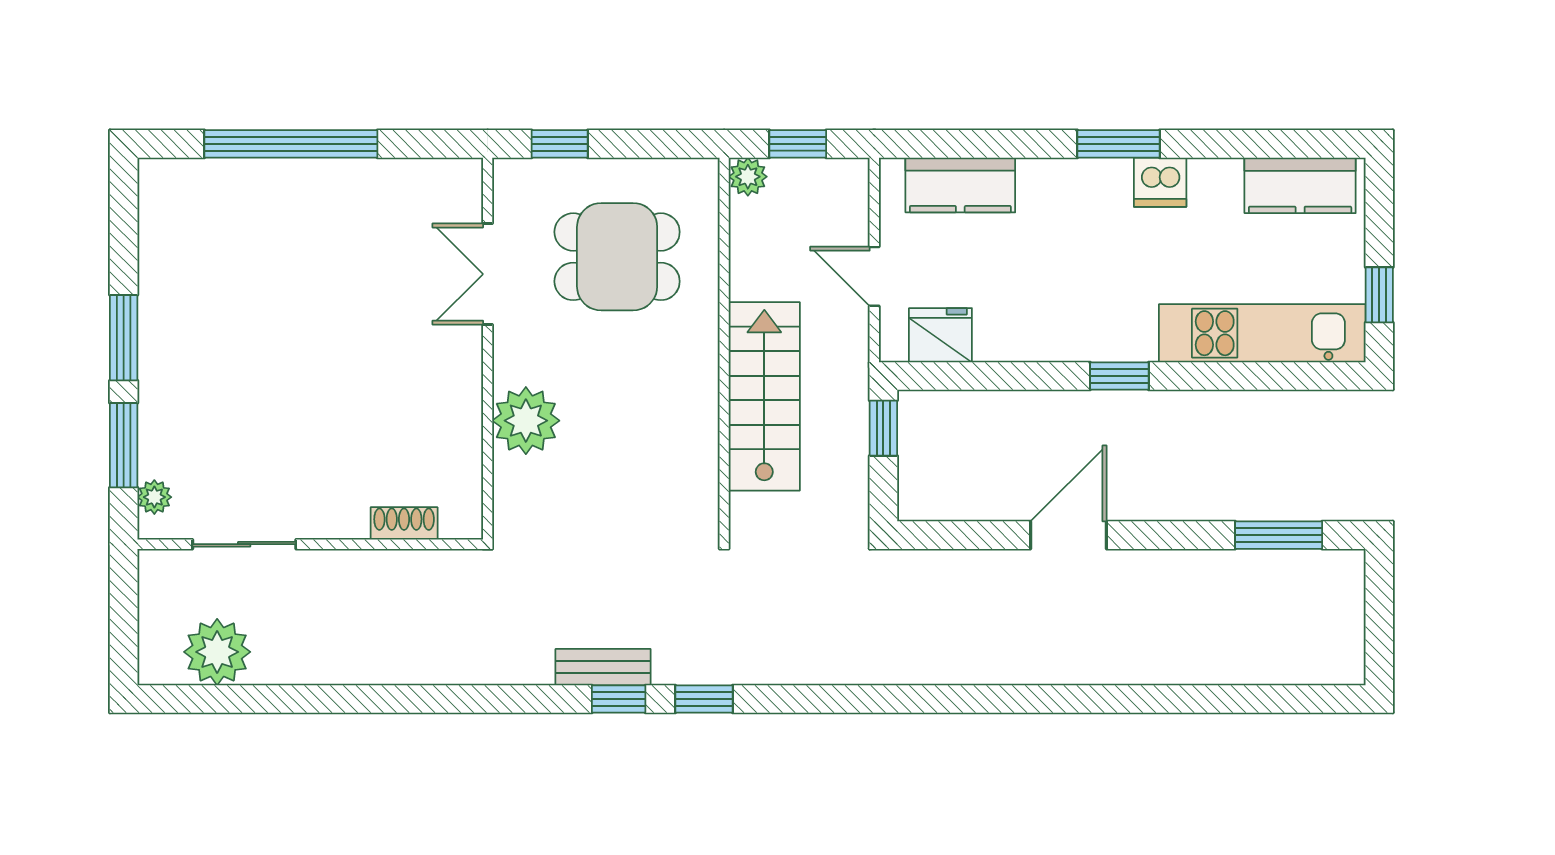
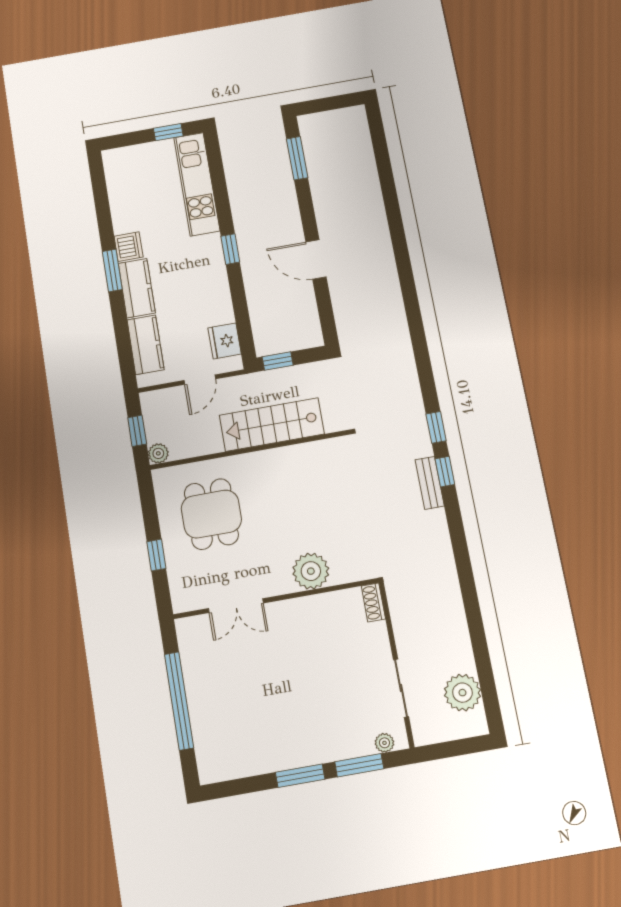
kitchen counter: (1300, 185) -> (137, 288), moved
double door: (488, 274) -> (236, 606), moved
wall: (488, 349) -> (276, 599), moved
plant: (526, 421) -> (311, 571), moved

